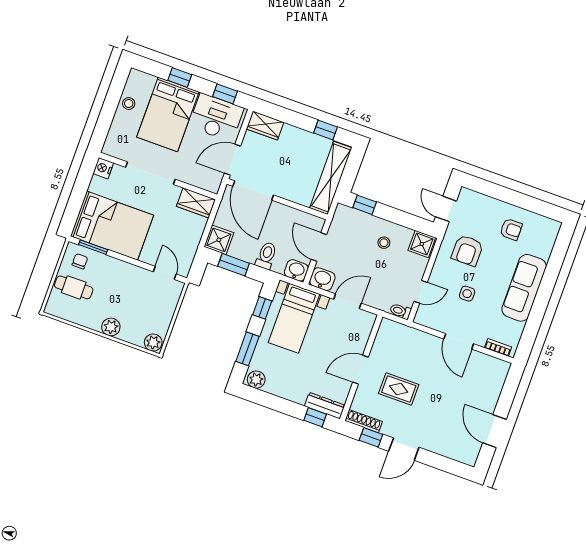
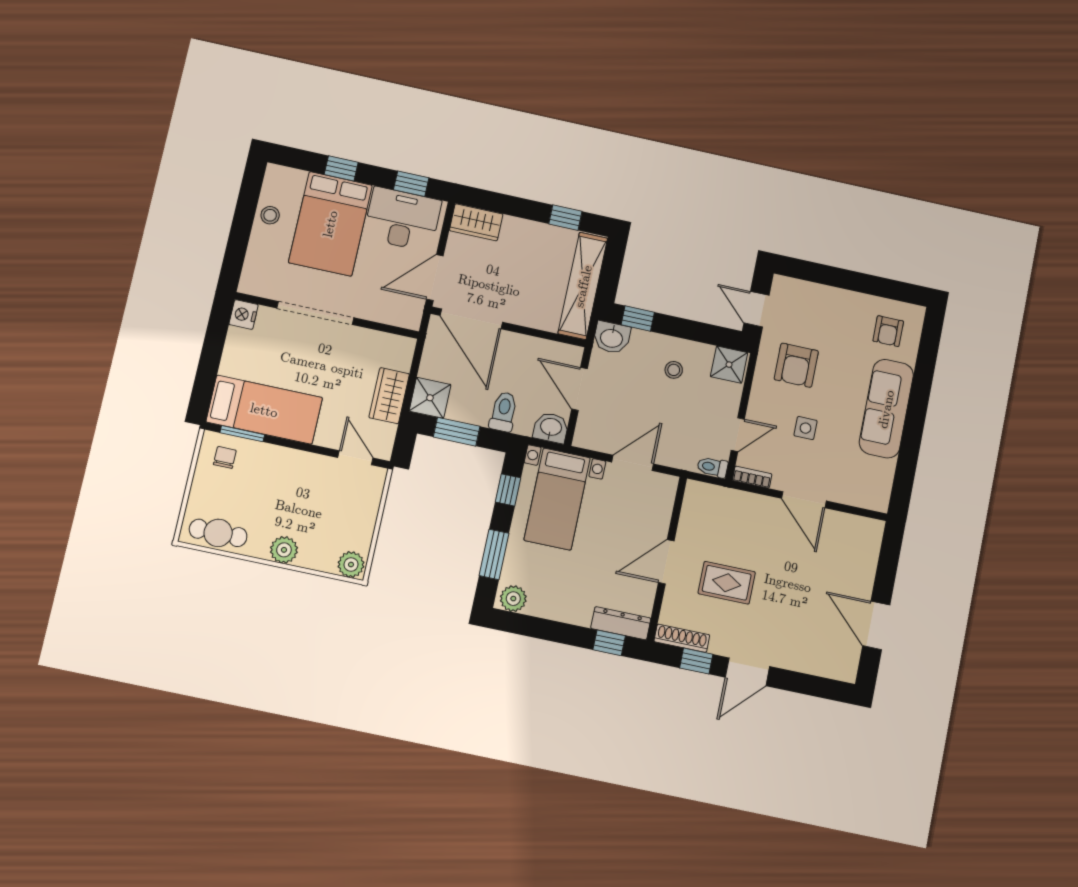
wardrobe: (196, 203) -> (389, 396), moved, turned 90
bed: (112, 226) -> (264, 410), width x0.67
armchair: (511, 229) -> (888, 331), moved, turned 90
washbasin: (322, 279) -> (612, 337), moved, turned 180
cafe table: (74, 287) -> (218, 533), moved
bookcase: (498, 347) -> (752, 477), moved

